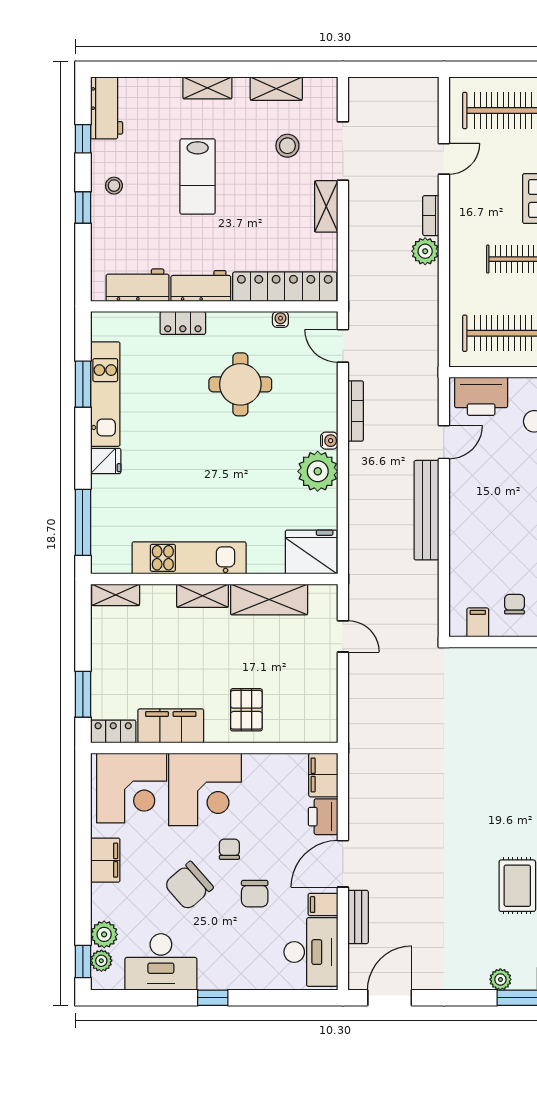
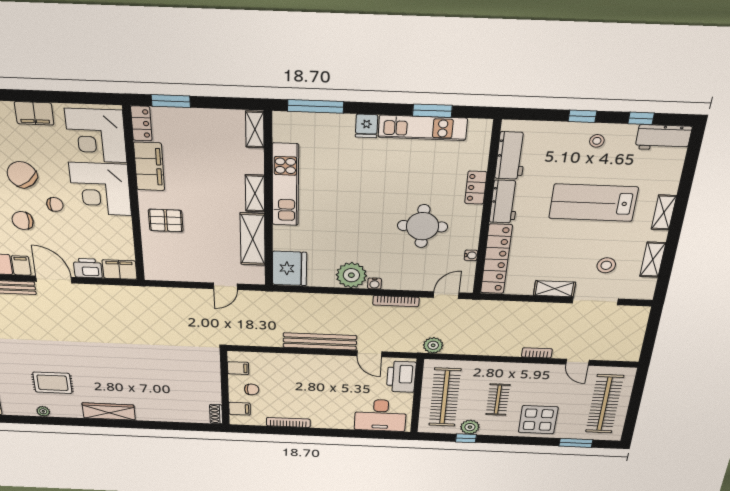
lab bench: (198, 176) -> (593, 203), width x1.36, depth x1.39
plant: (425, 251) -> (433, 345), moved

